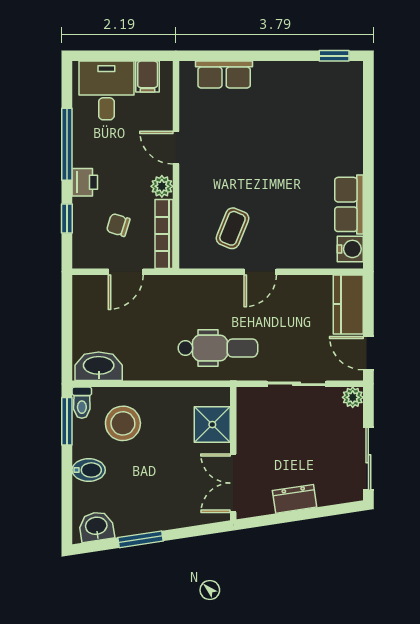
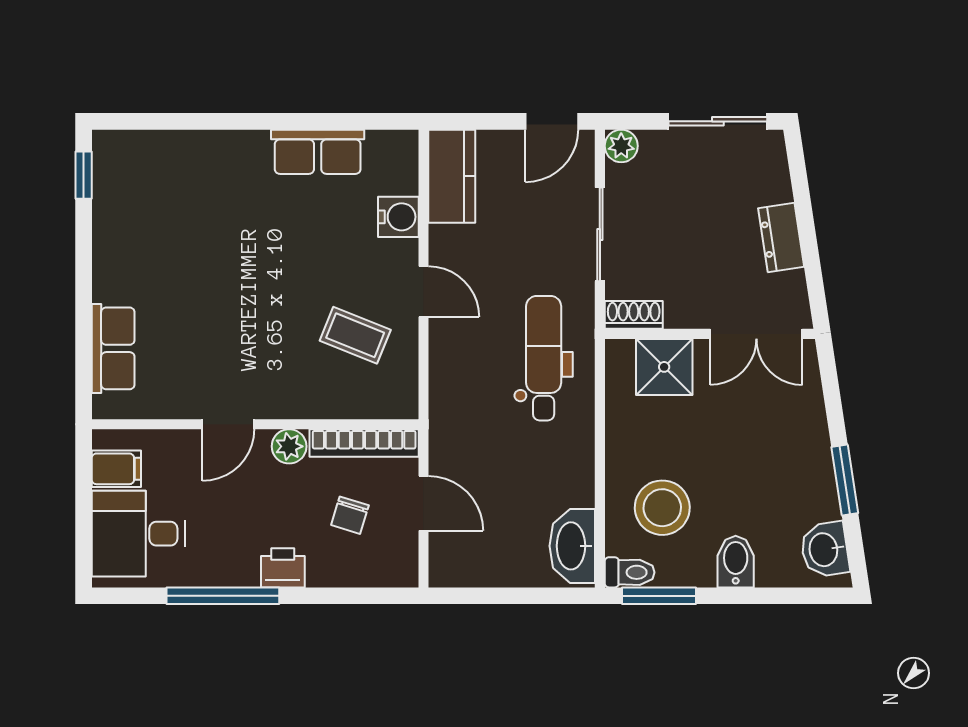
window: (67, 219) -> (340, 596), removed
water cooler: (350, 249) -> (398, 217), moved, turned 90
kitchen counter: (348, 304) -> (452, 176), moved, turned -90
shoe rack: (245, 405) -> (634, 315), added

